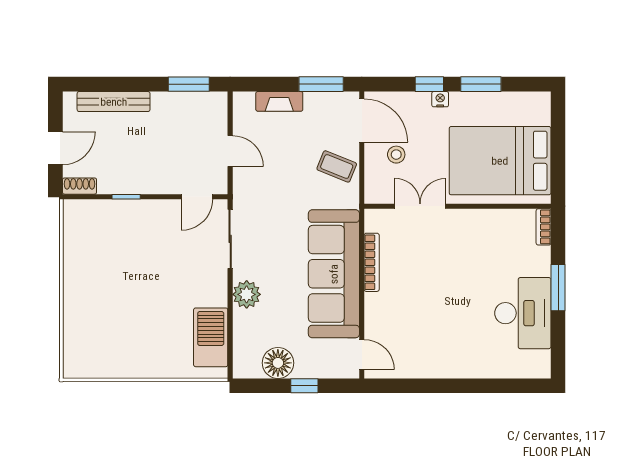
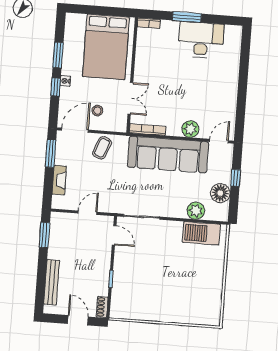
double door: (420, 206) -> (130, 98), swing flipped
bookcase: (372, 262) -> (148, 130), moved
plant: (247, 294) -> (196, 211), moved
plant: (378, 307) -> (190, 129), added

